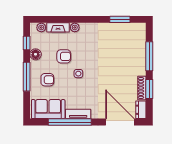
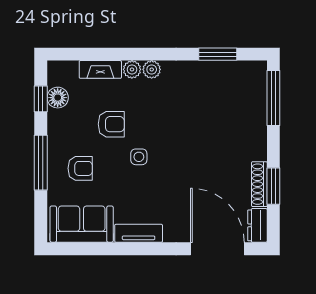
plant: (41, 27) -> (152, 69), moved
floor lamp: (36, 54) -> (58, 98), moved
window: (149, 56) -> (273, 98), moved
window: (70, 122) -> (122, 249), removed

